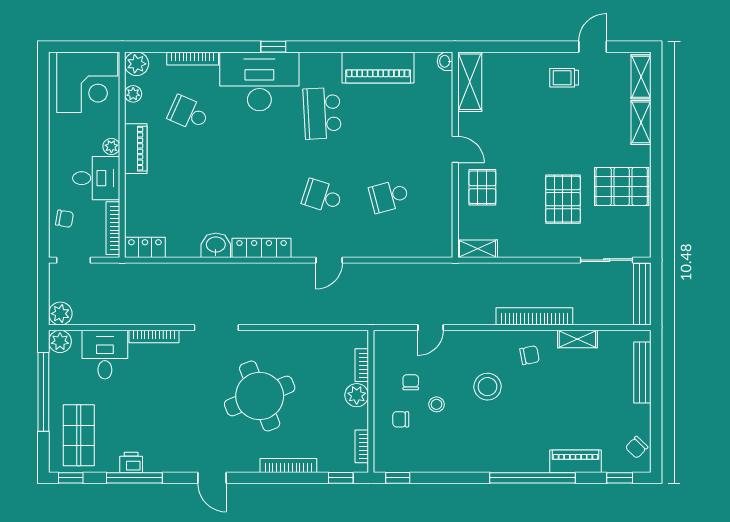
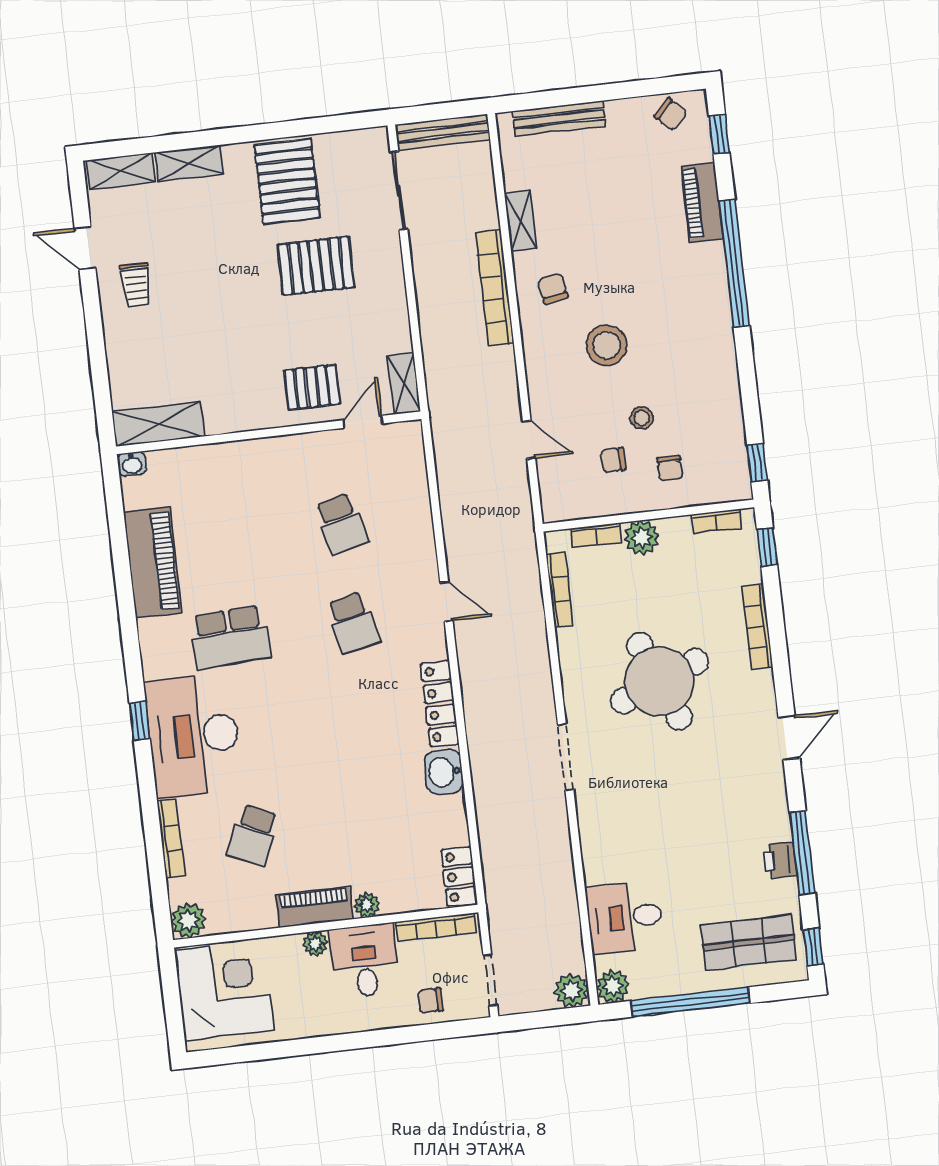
plant: (133, 94) -> (367, 905), moved
door: (455, 149) -> (363, 422), moved
school desk: (322, 196) -> (353, 623), turned -30
chair: (65, 219) -> (430, 1001), turned -100
bookcase: (154, 337) -> (560, 590), moved

